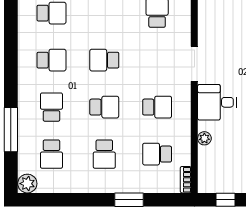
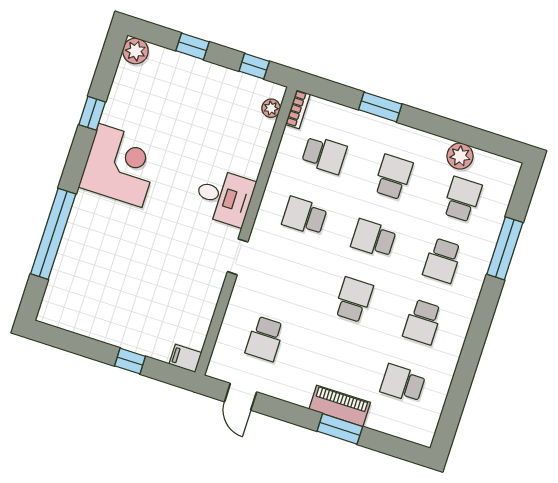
school desk: (51, 60) -> (423, 322), turned -90
school desk: (104, 60) -> (354, 300), turned -90
doorway: (194, 64) -> (238, 257), width x0.73
plant: (204, 138) -> (271, 108), moved
plant: (27, 184) -> (460, 156), moved

